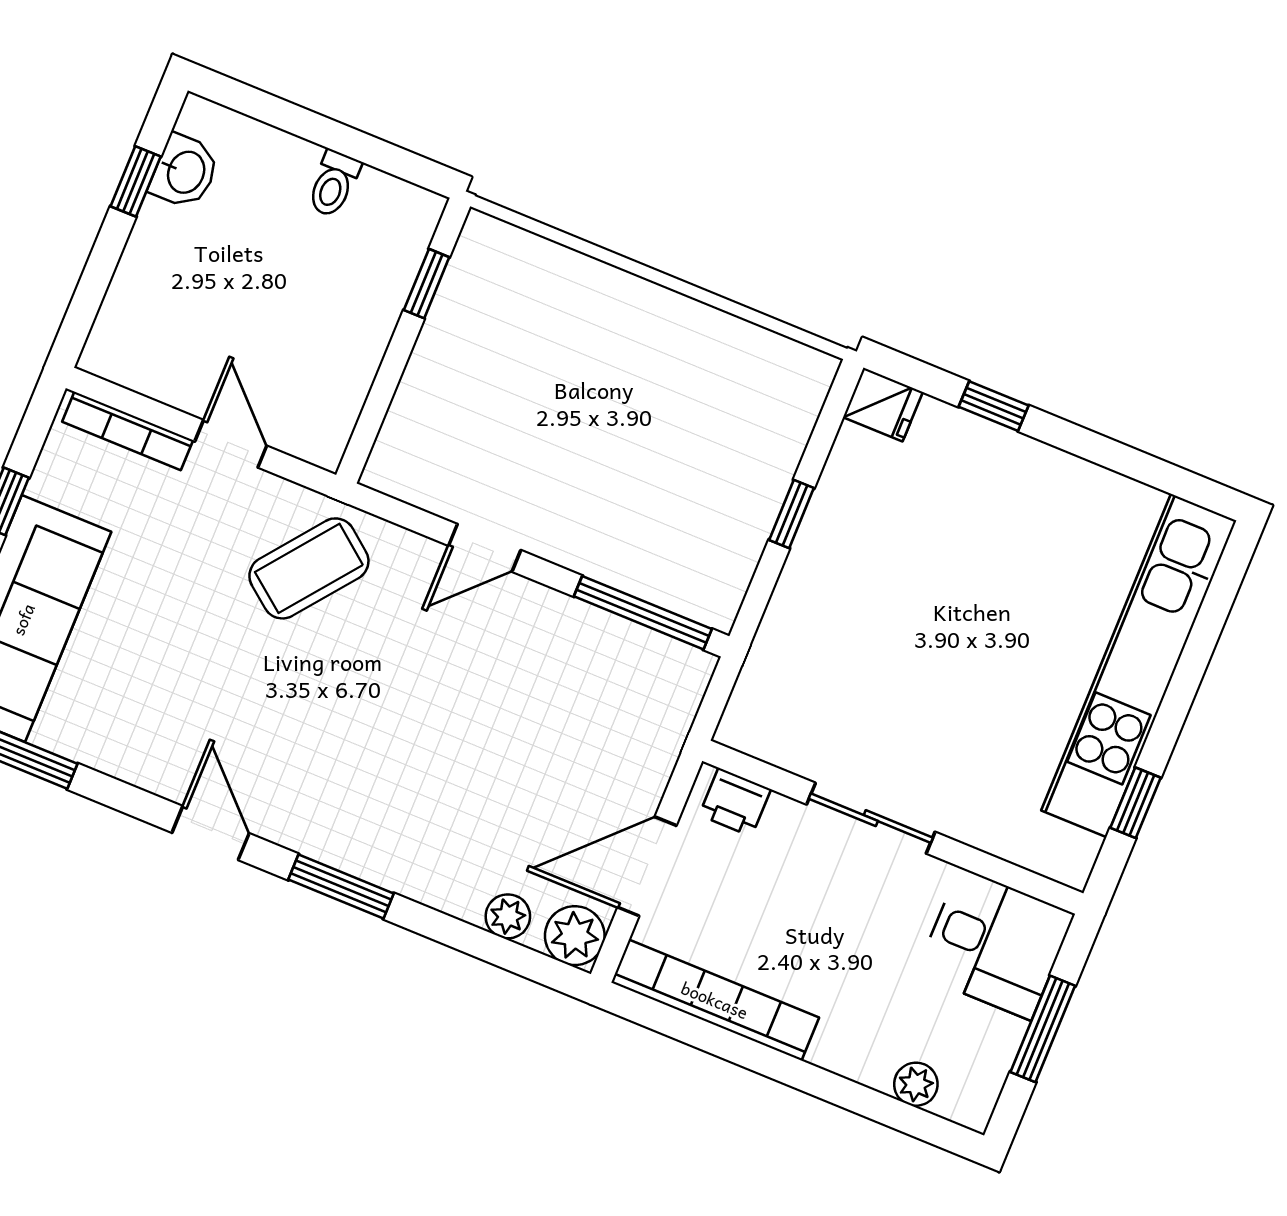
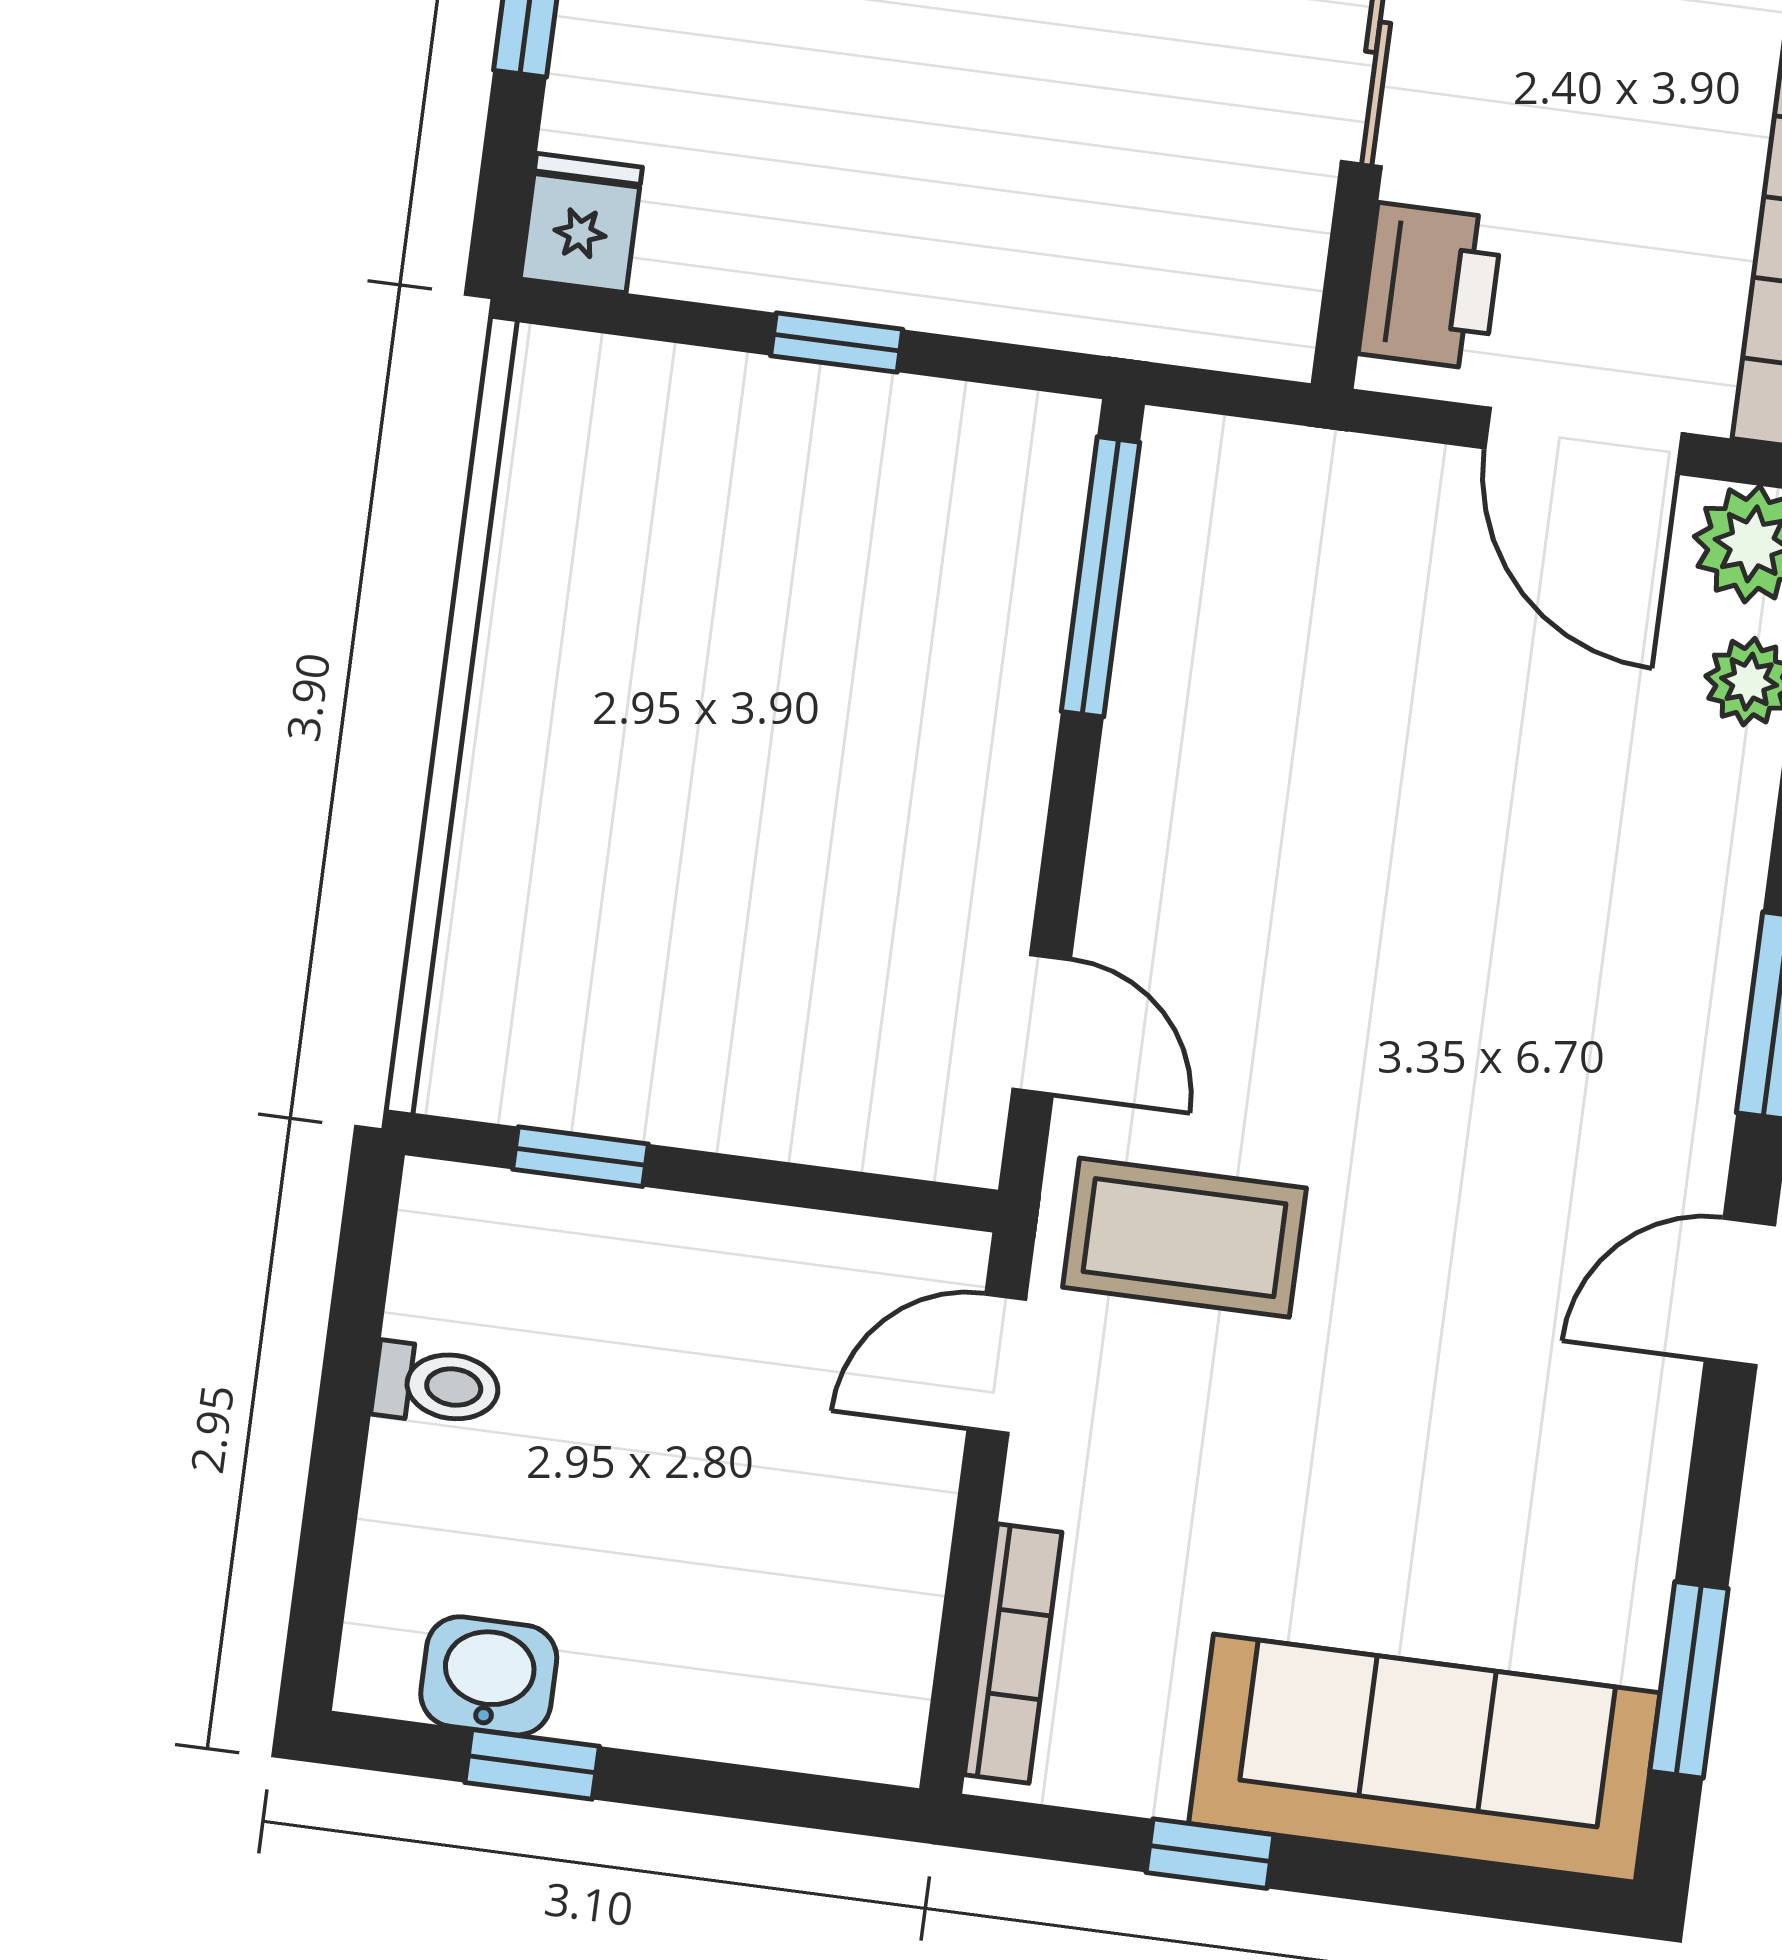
door: (231, 444) -> (997, 1364), moved
door: (485, 548) -> (1042, 1024), moved
coffee table: (309, 568) -> (1184, 1238), turned -38
printer: (735, 802) -> (1431, 286), width x1.36, depth x1.24

